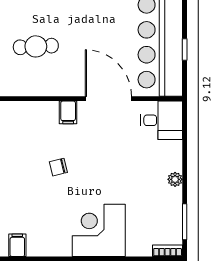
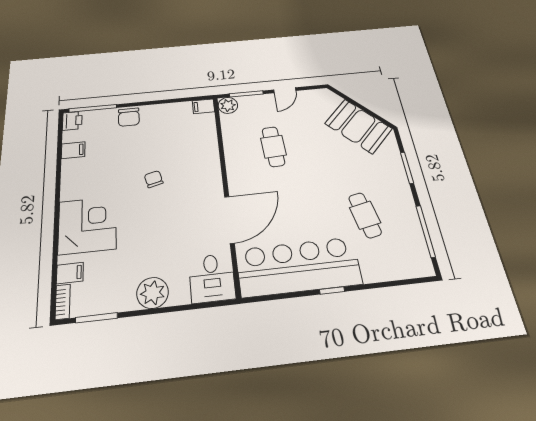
window: (185, 50) -> (332, 291), moved
filing cabinet: (68, 112) -> (70, 273), moved, turned 180
plant: (175, 179) -> (153, 293), width x1.87, depth x1.87

